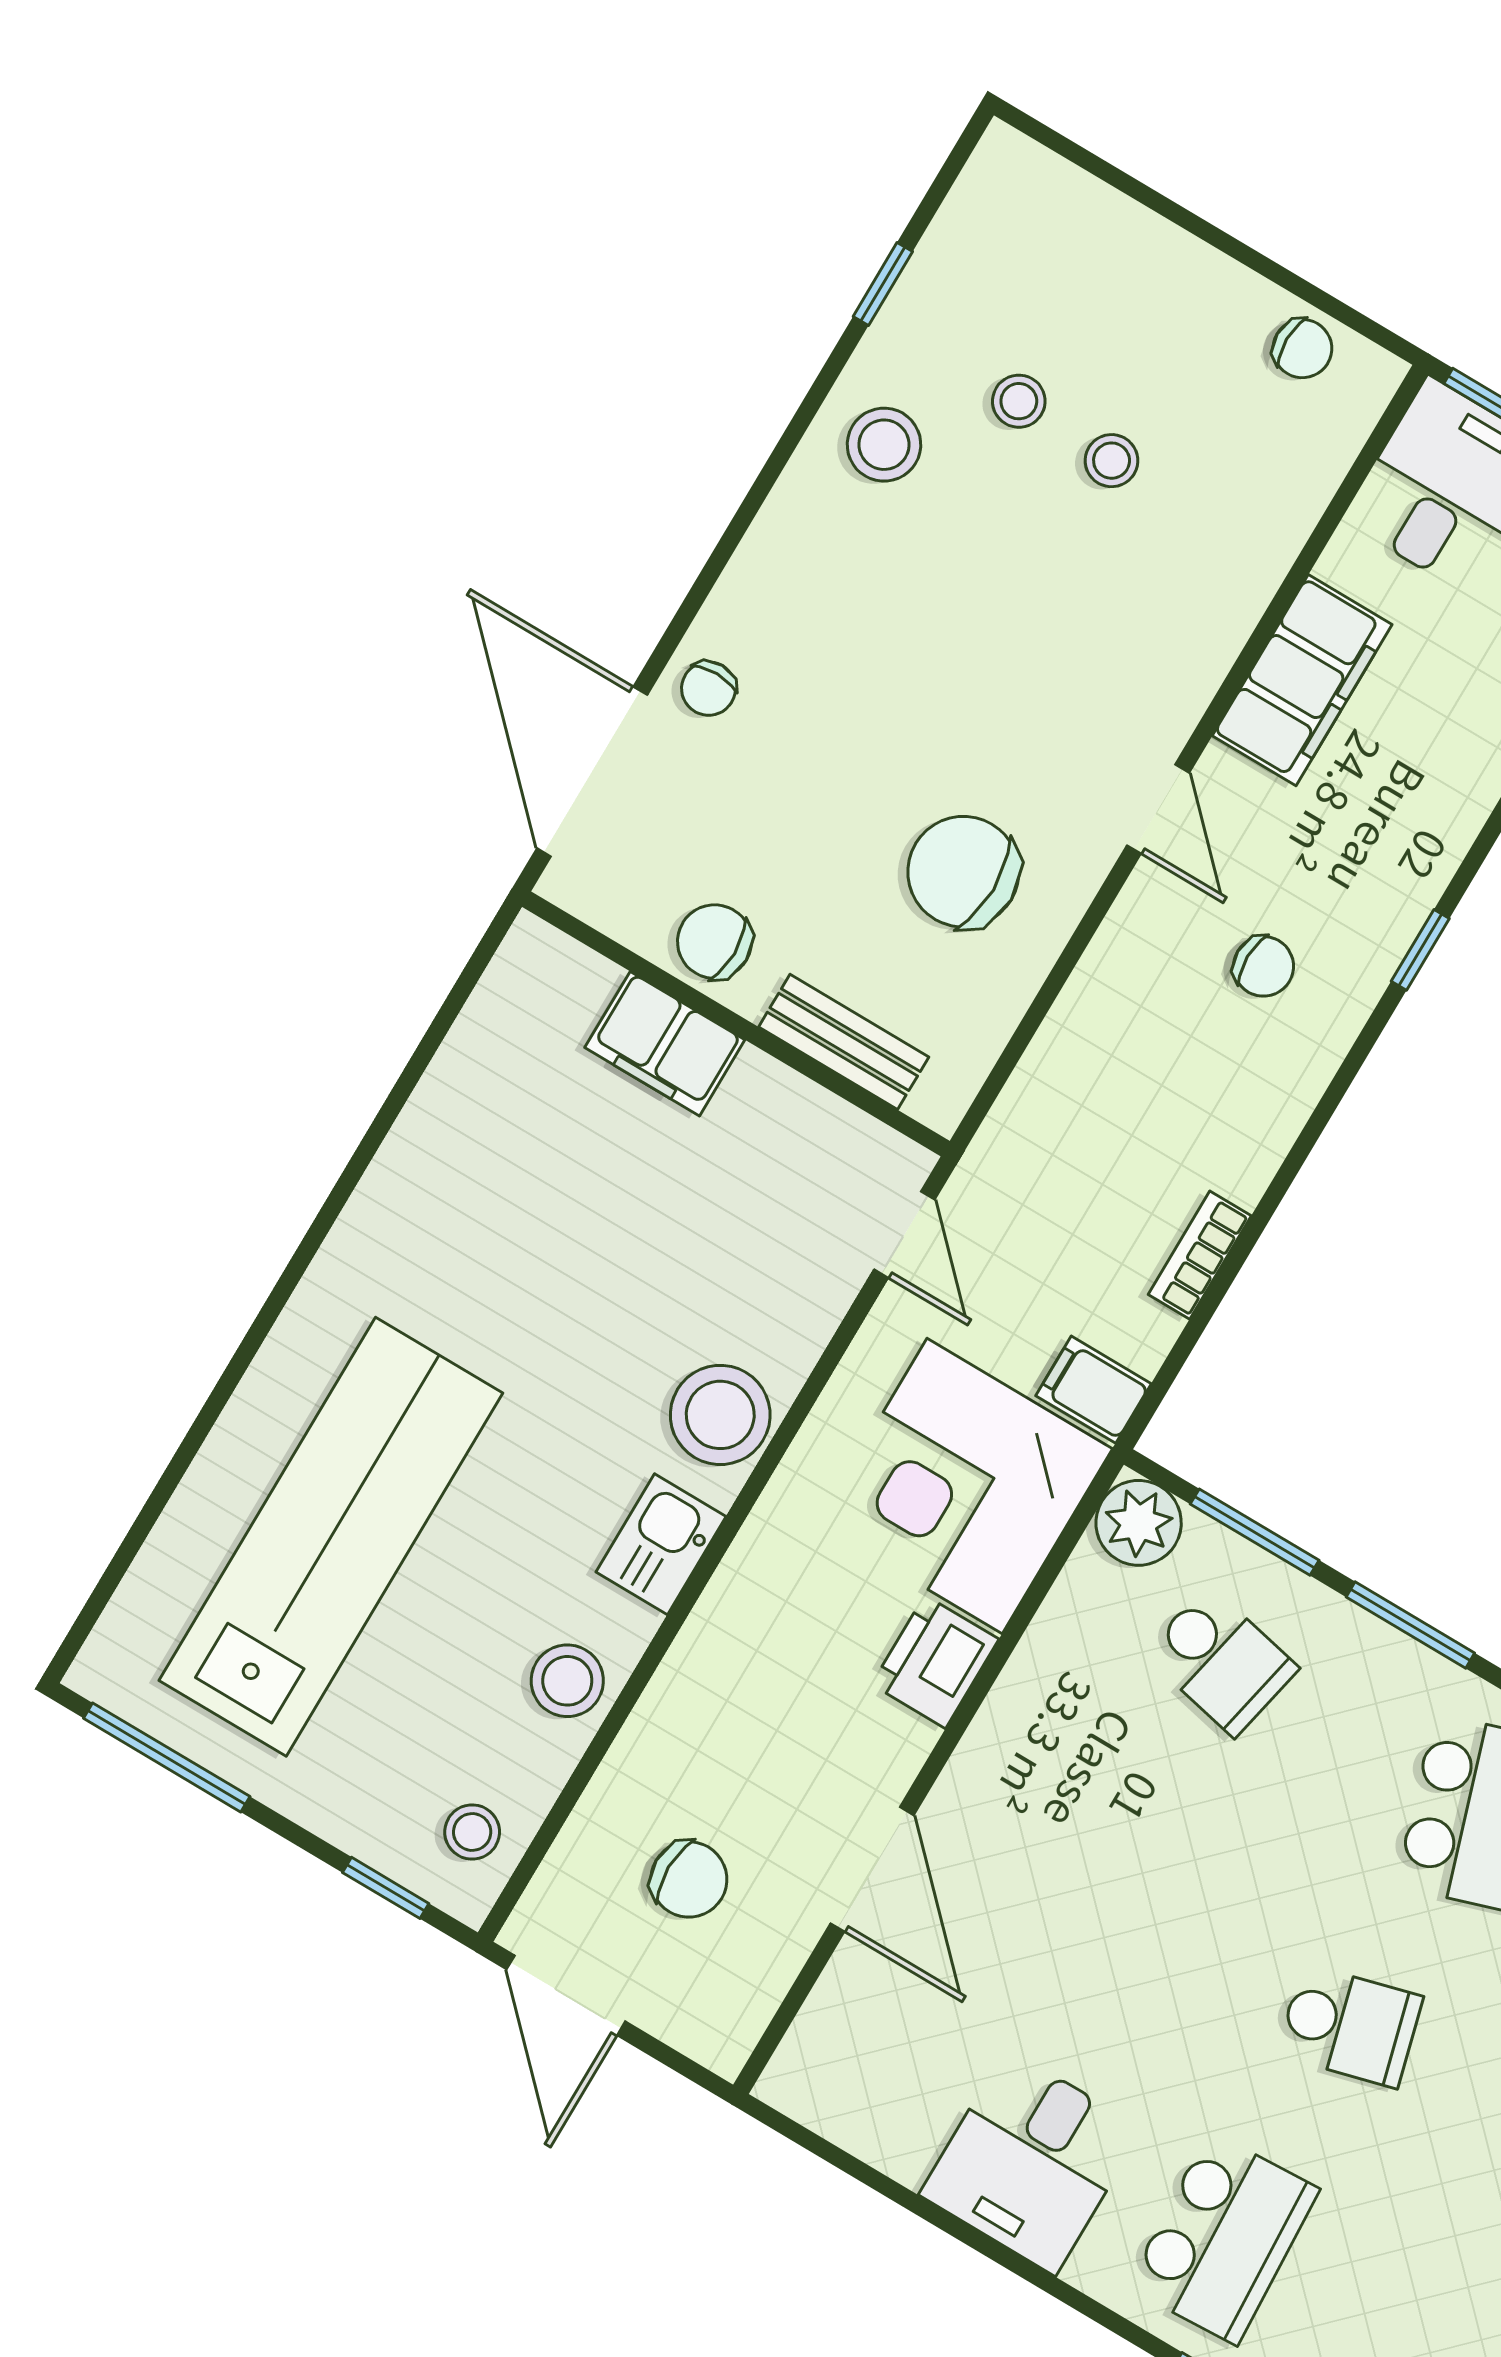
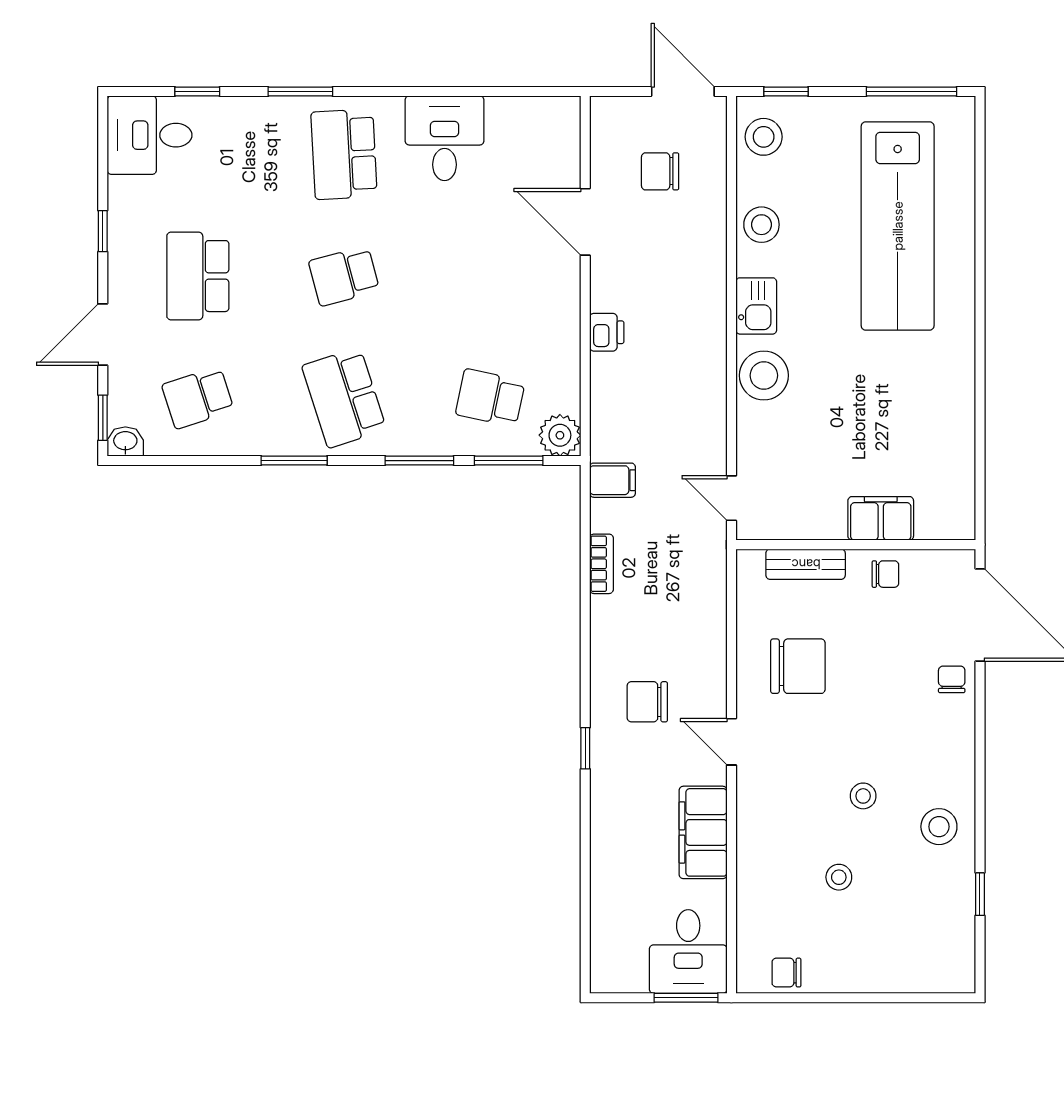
stool: (1019, 401) -> (863, 796), moved
chair: (715, 942) -> (885, 574), width x0.73, depth x0.73
chair: (1264, 966) -> (647, 702), width x1.37, depth x1.37
corner desk: (965, 1486) -> (643, 407), removed
printer: (935, 1662) -> (607, 332), width x0.73, depth x0.81
stool: (472, 1832) -> (764, 137), width x1.37, depth x1.37

